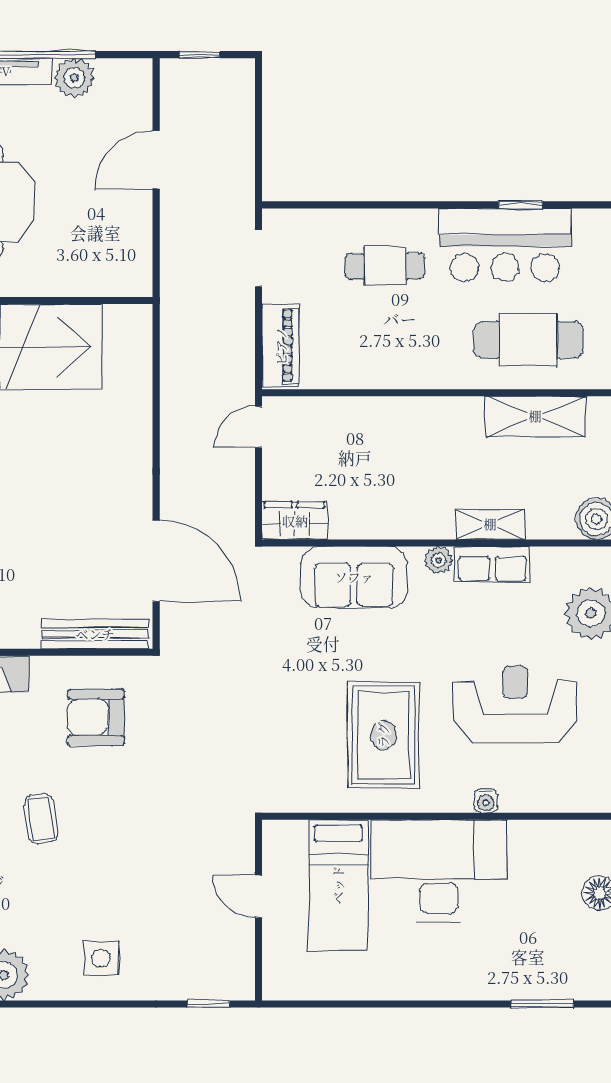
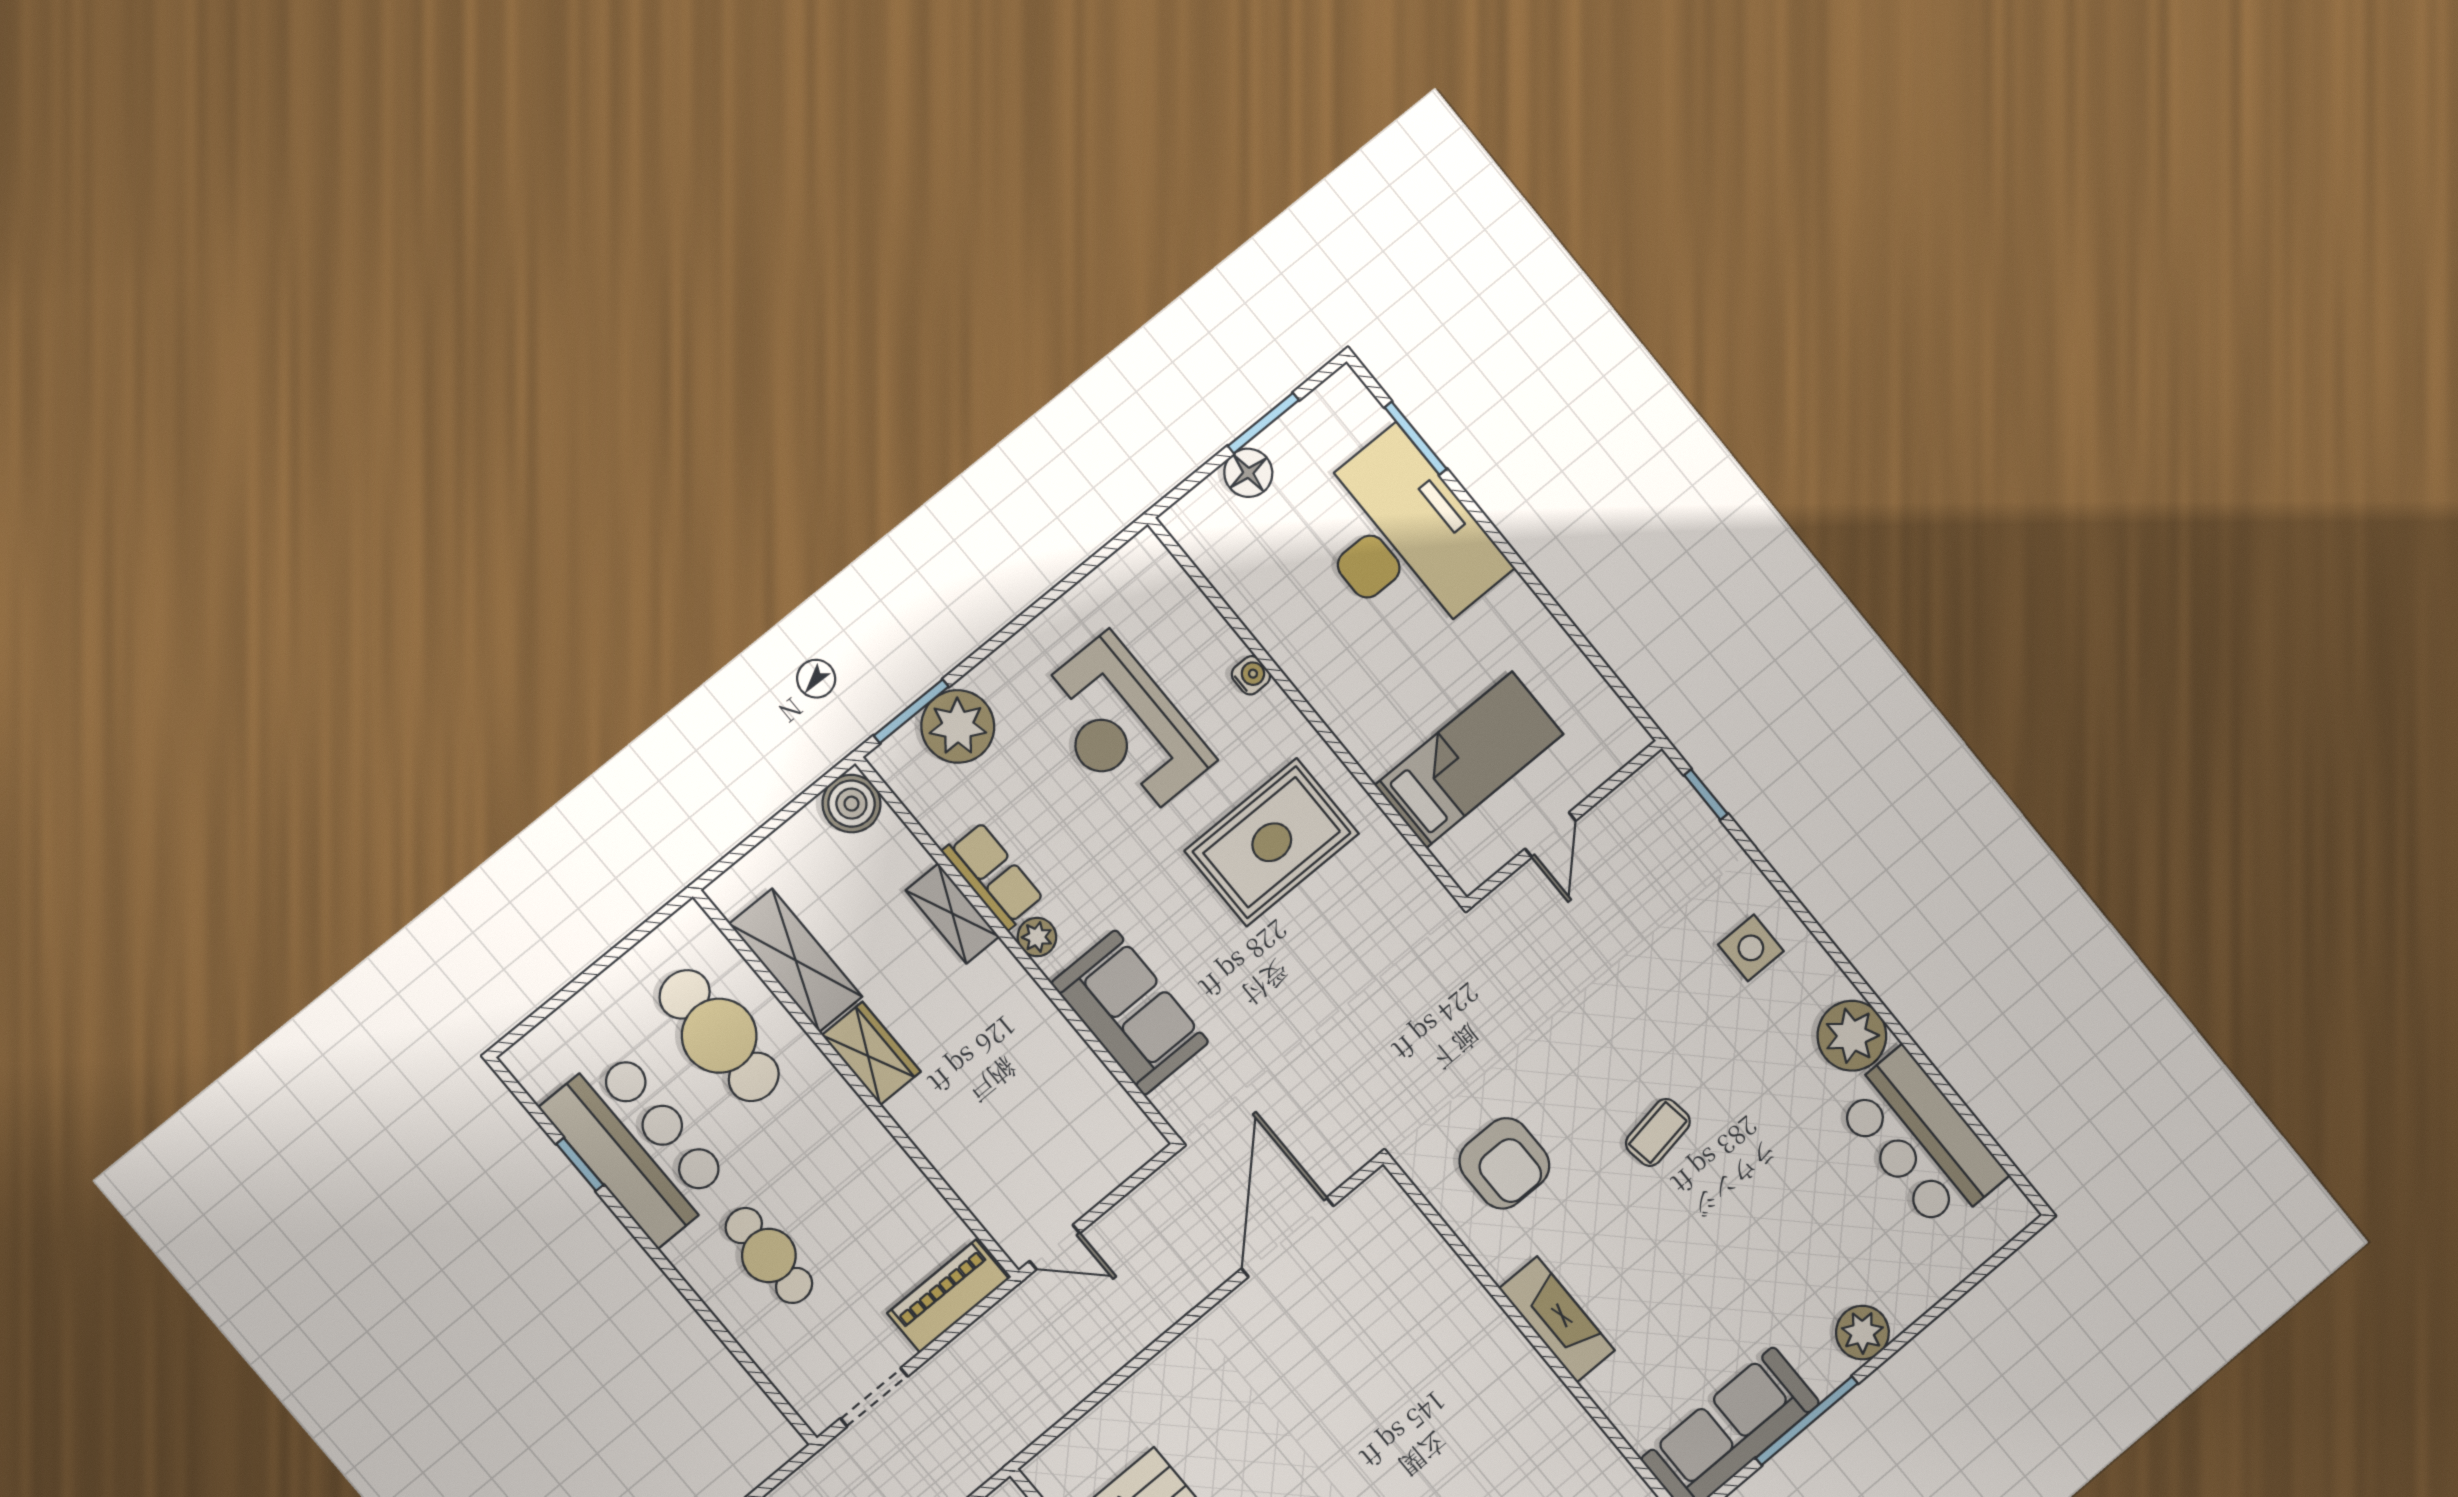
wardrobe: (295, 521) -> (871, 1053), moved, turned 180
bench: (95, 634) -> (1418, 1238), removed
desk: (439, 871) -> (1402, 539), moved, turned 180

